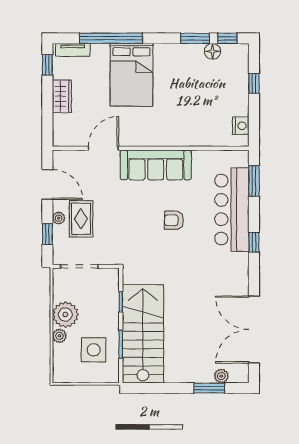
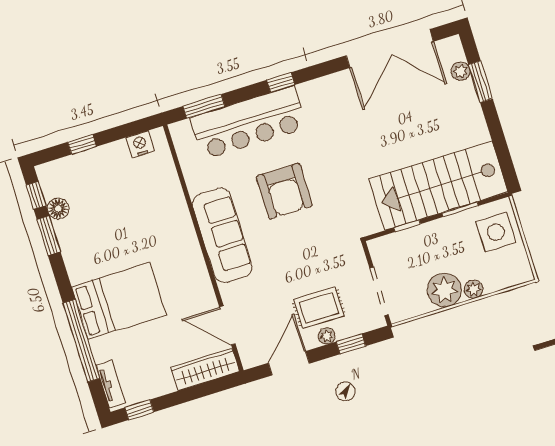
wardrobe: (62, 96) -> (205, 369), moved, width x1.50
door: (103, 148) -> (227, 325), moved
armchair: (174, 220) -> (284, 191), width x1.88, depth x1.88
side table: (94, 350) -> (496, 232), moved

